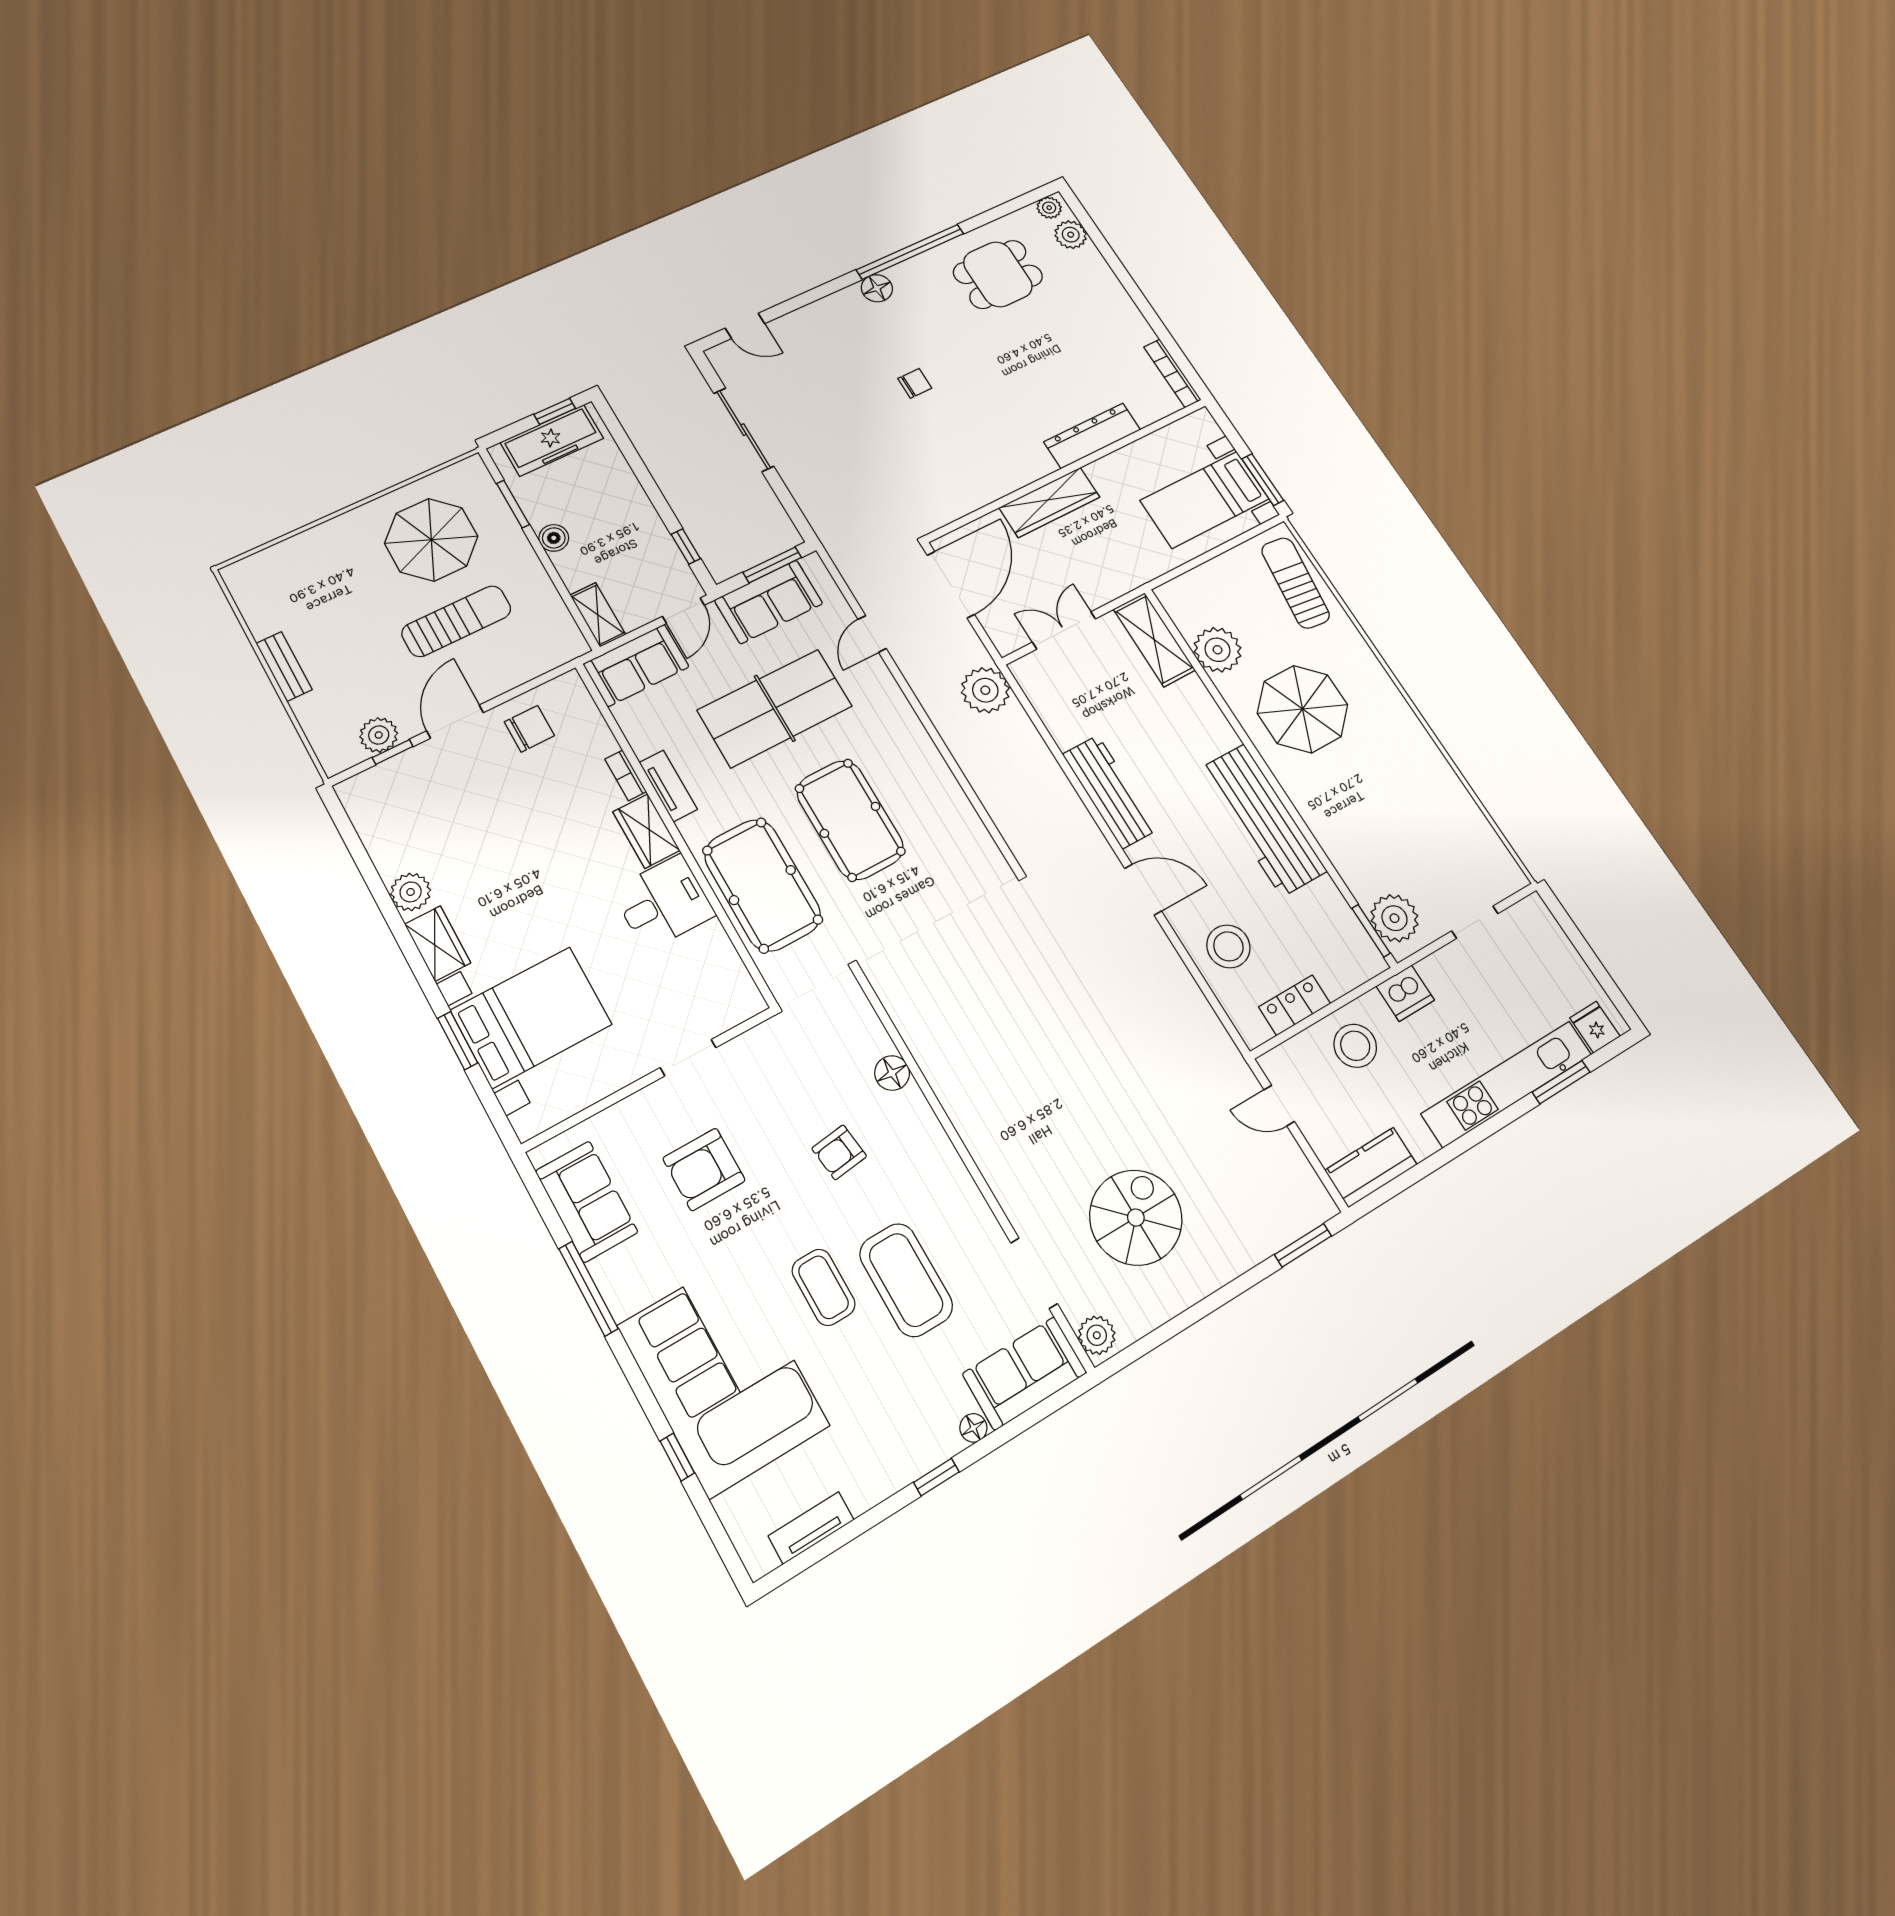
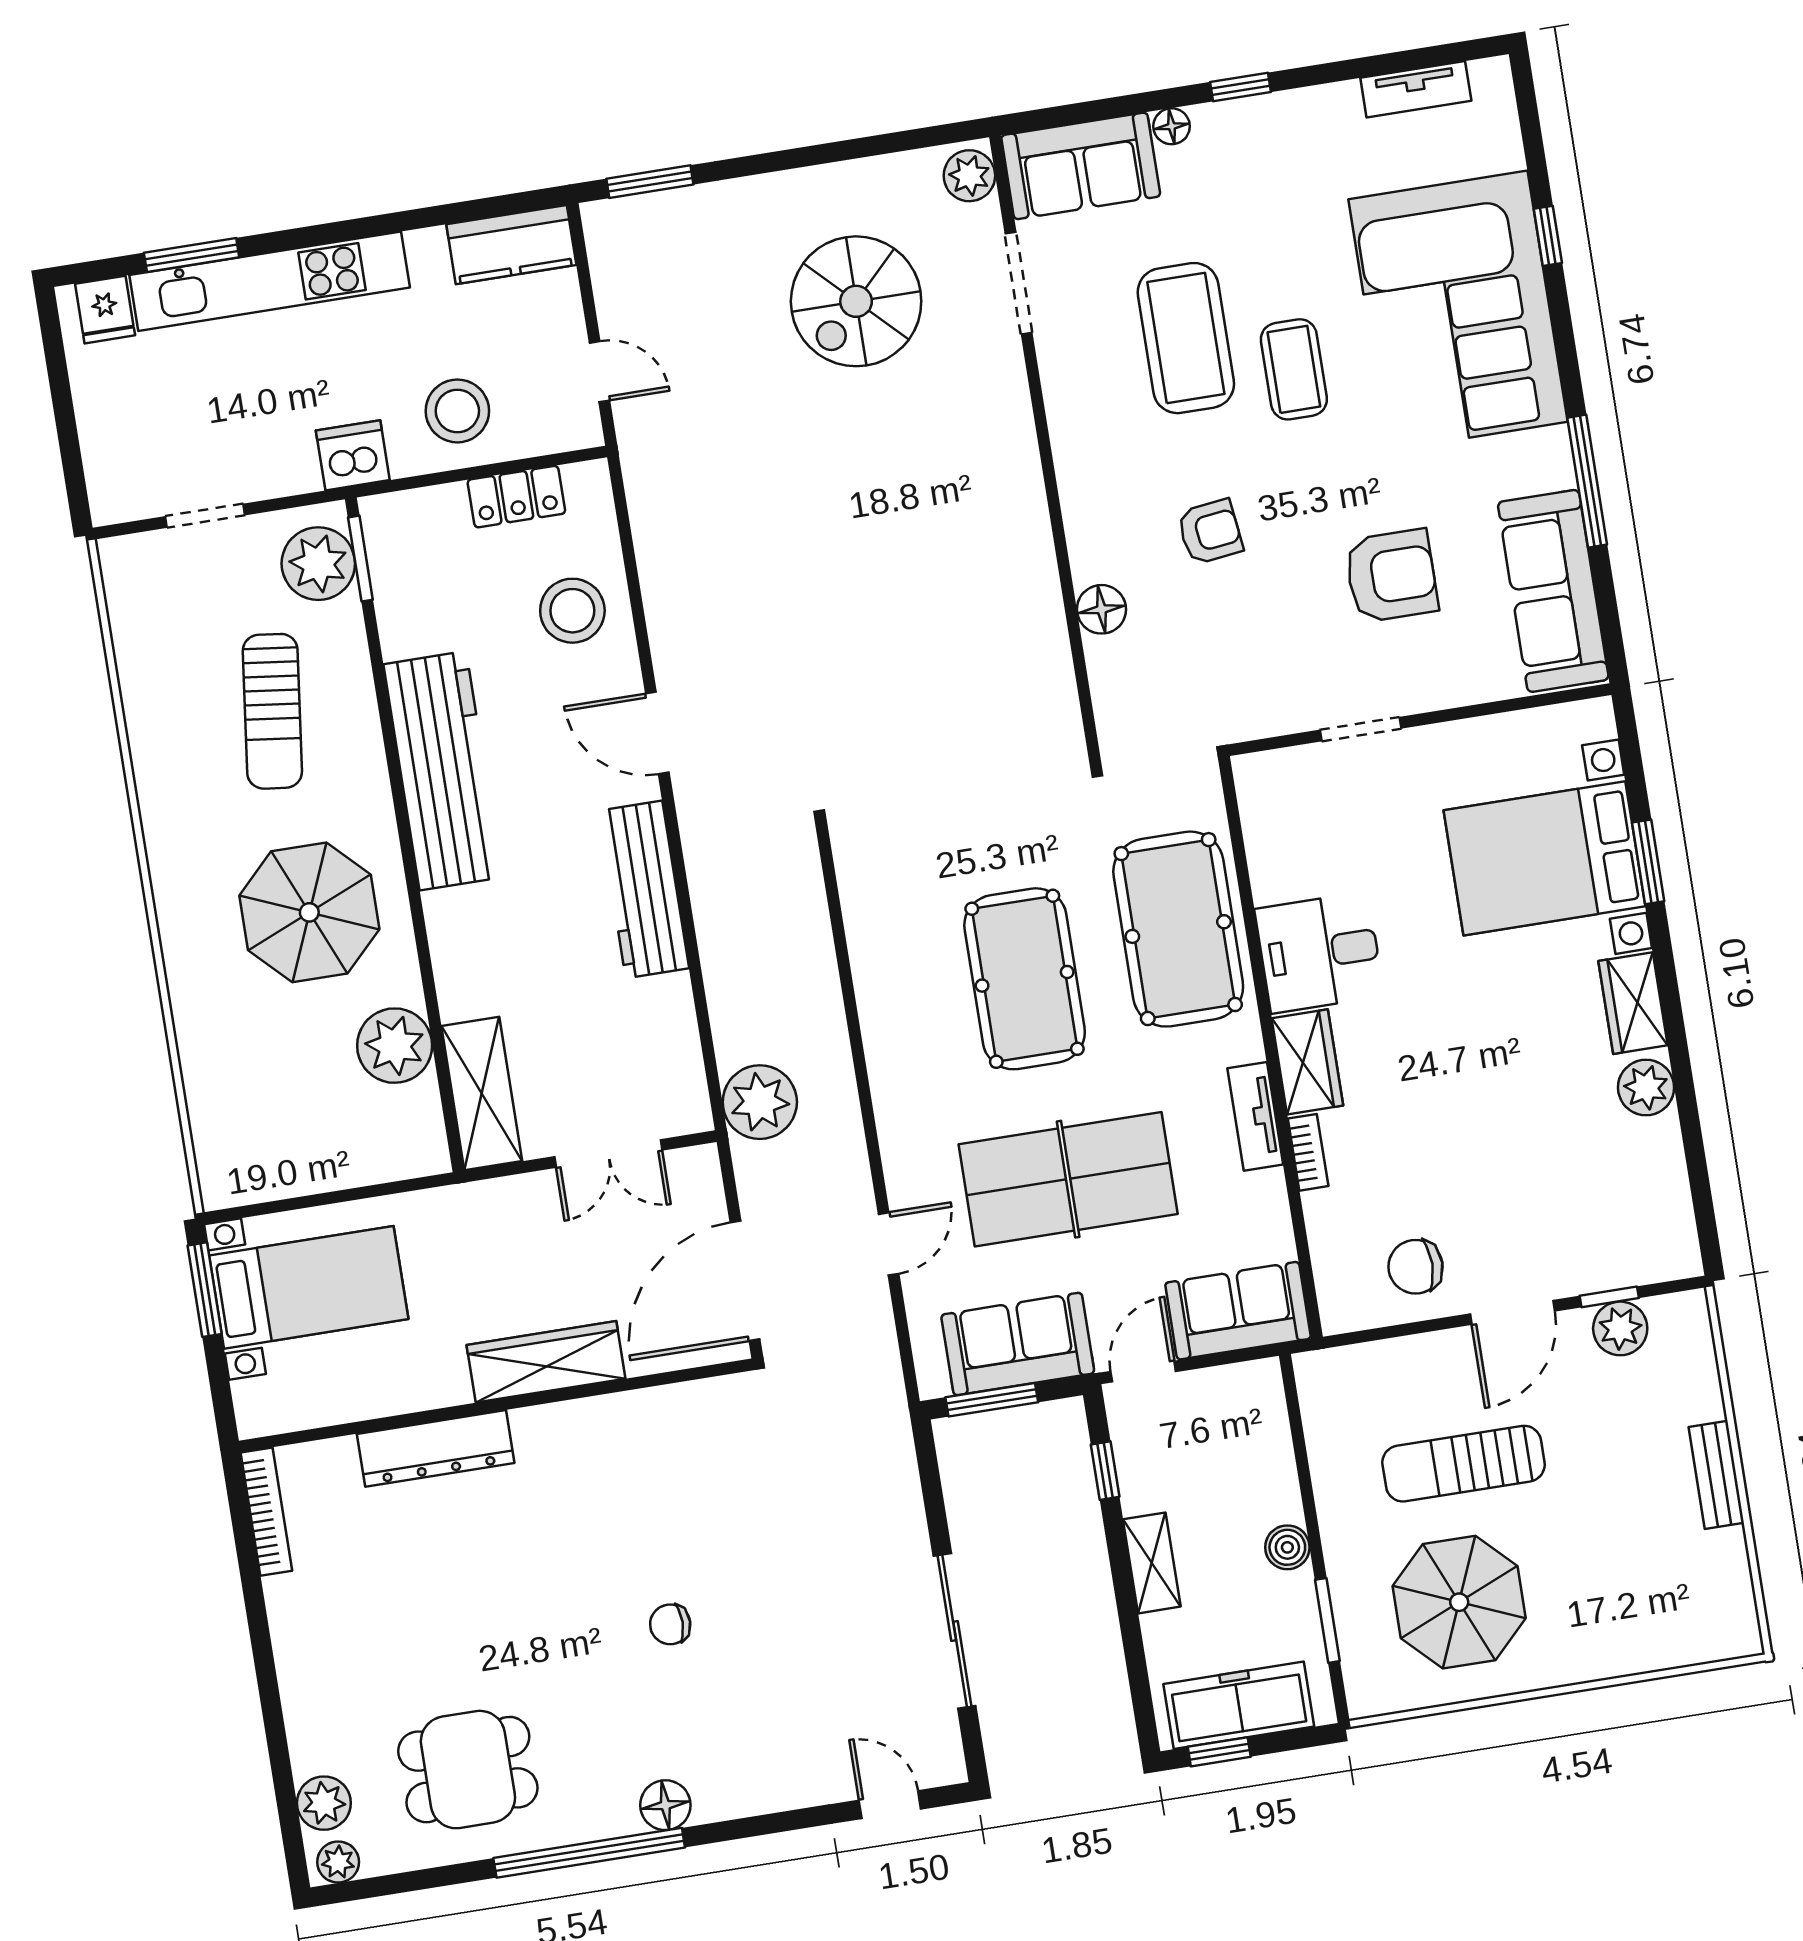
sun lounger: (1295, 583) -> (272, 711), moved
shelving: (598, 615) -> (1152, 1563), moved
sofa: (587, 1202) -> (1553, 591), width x1.36

